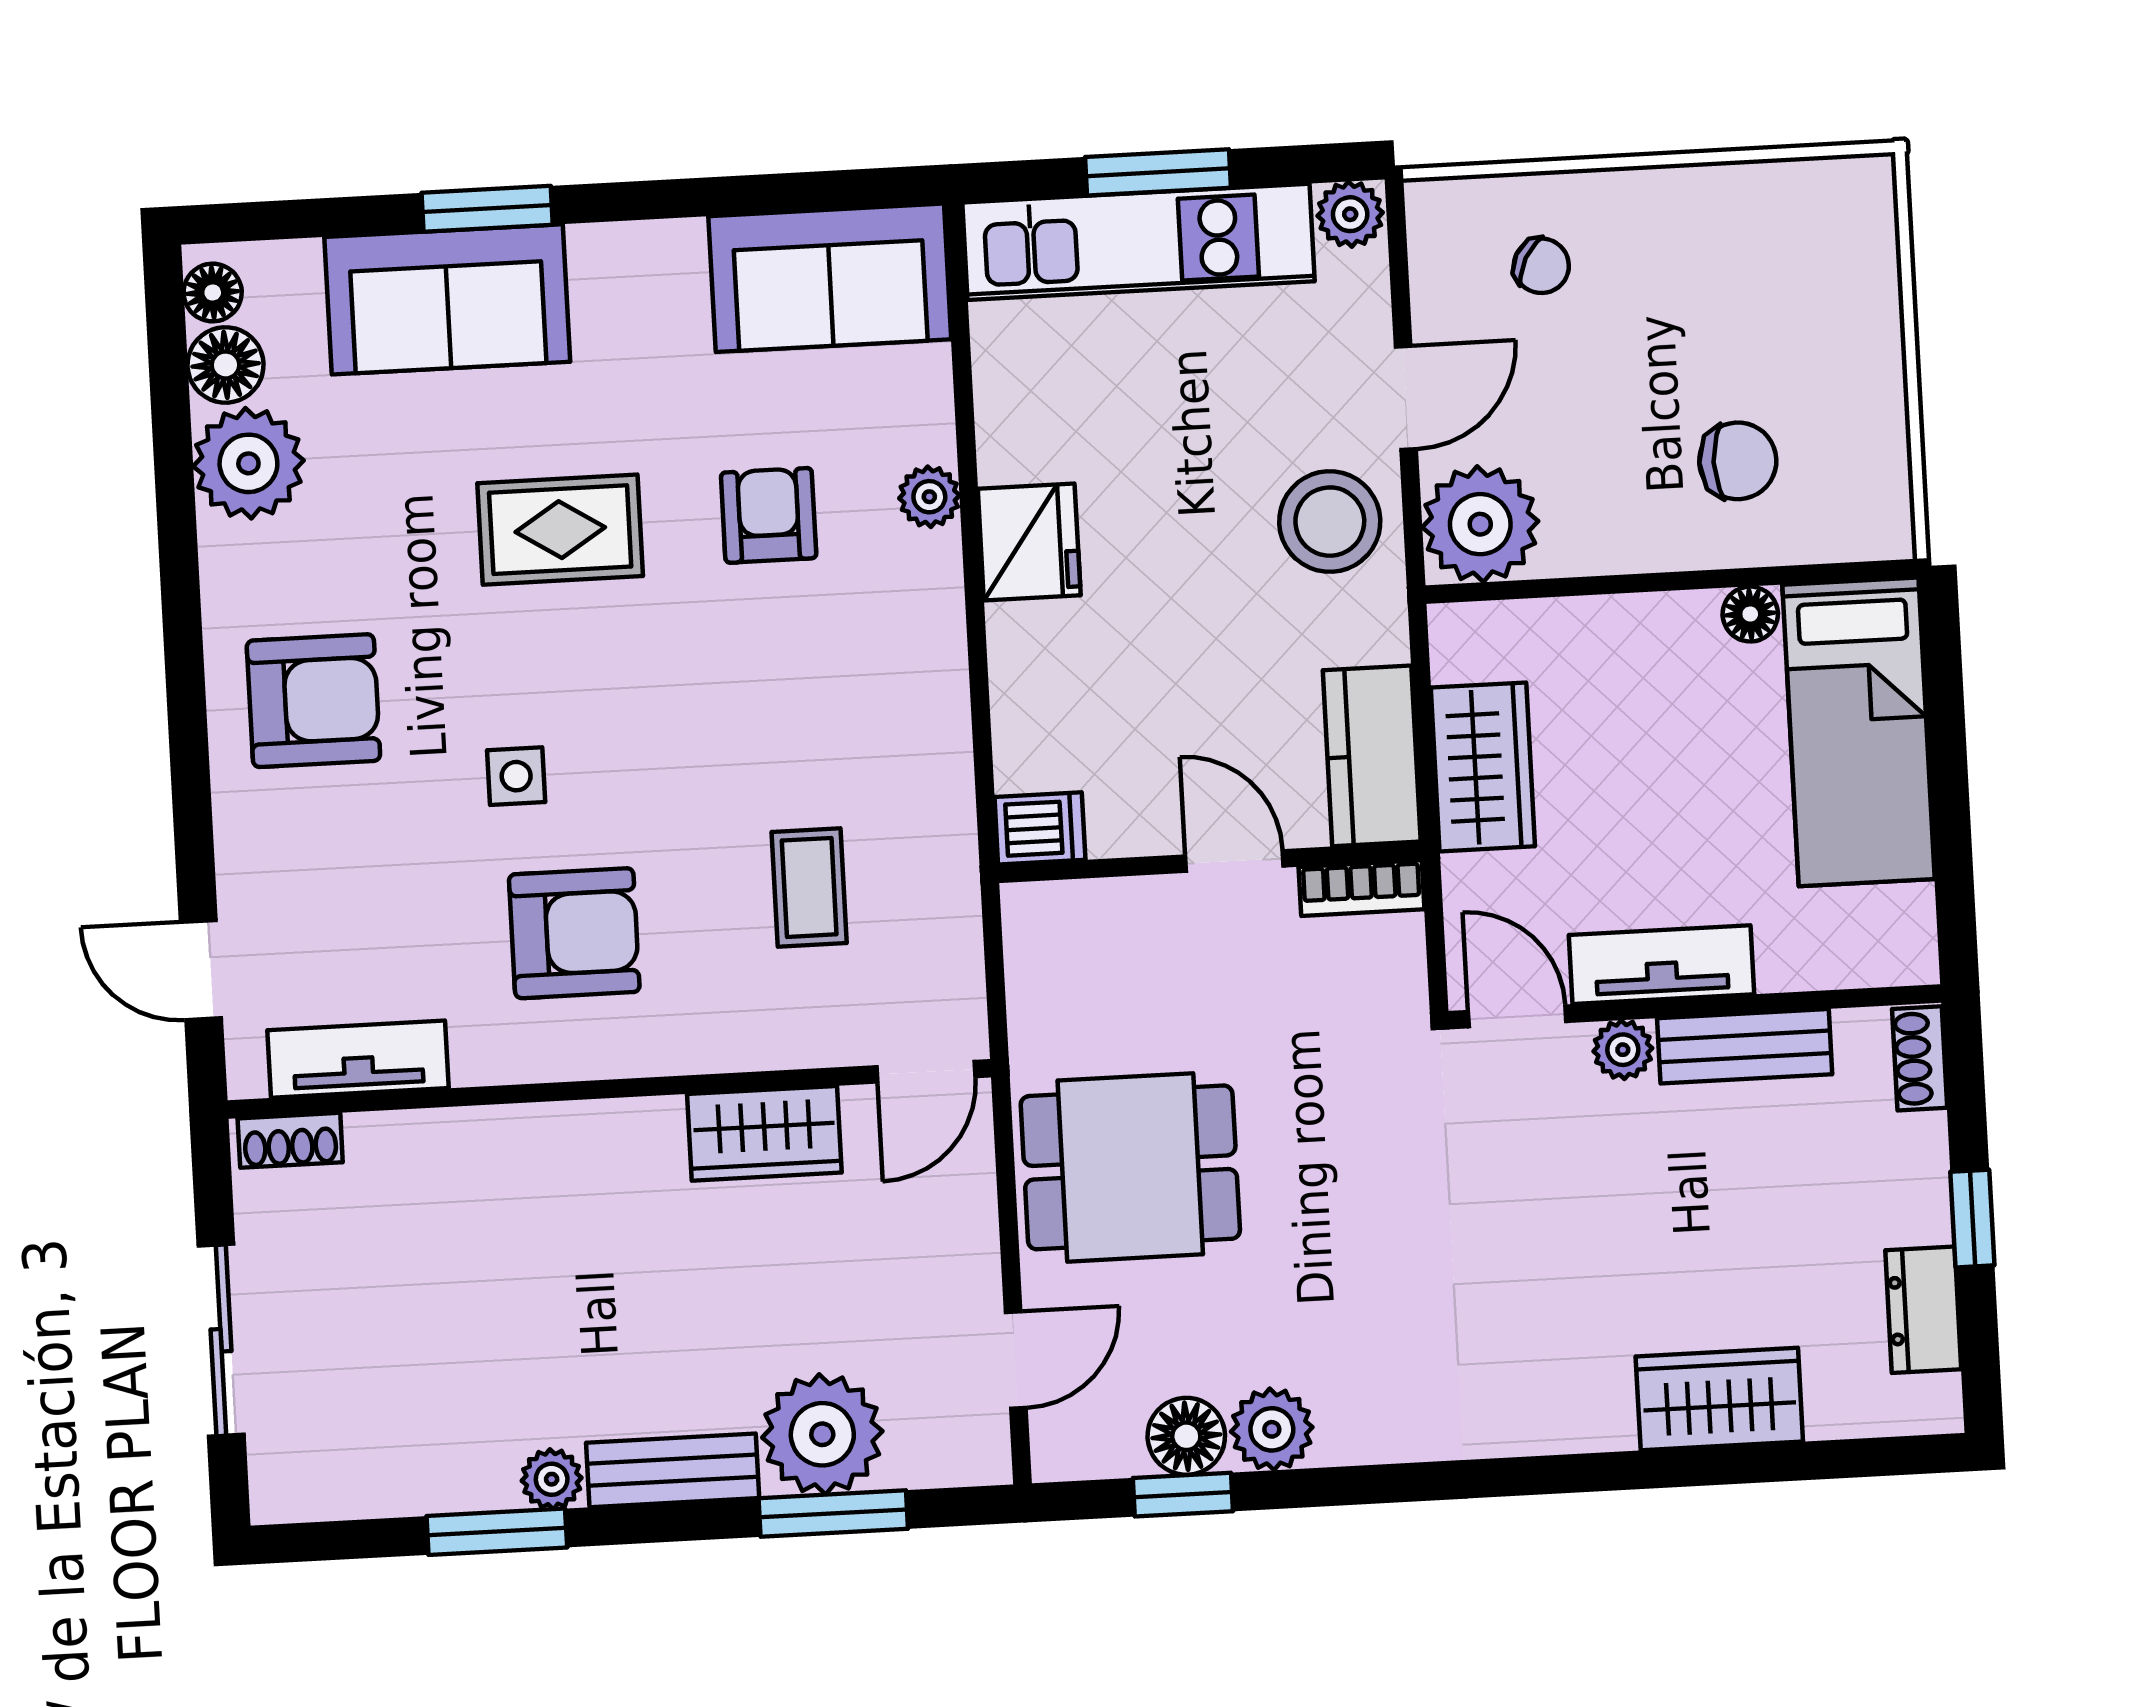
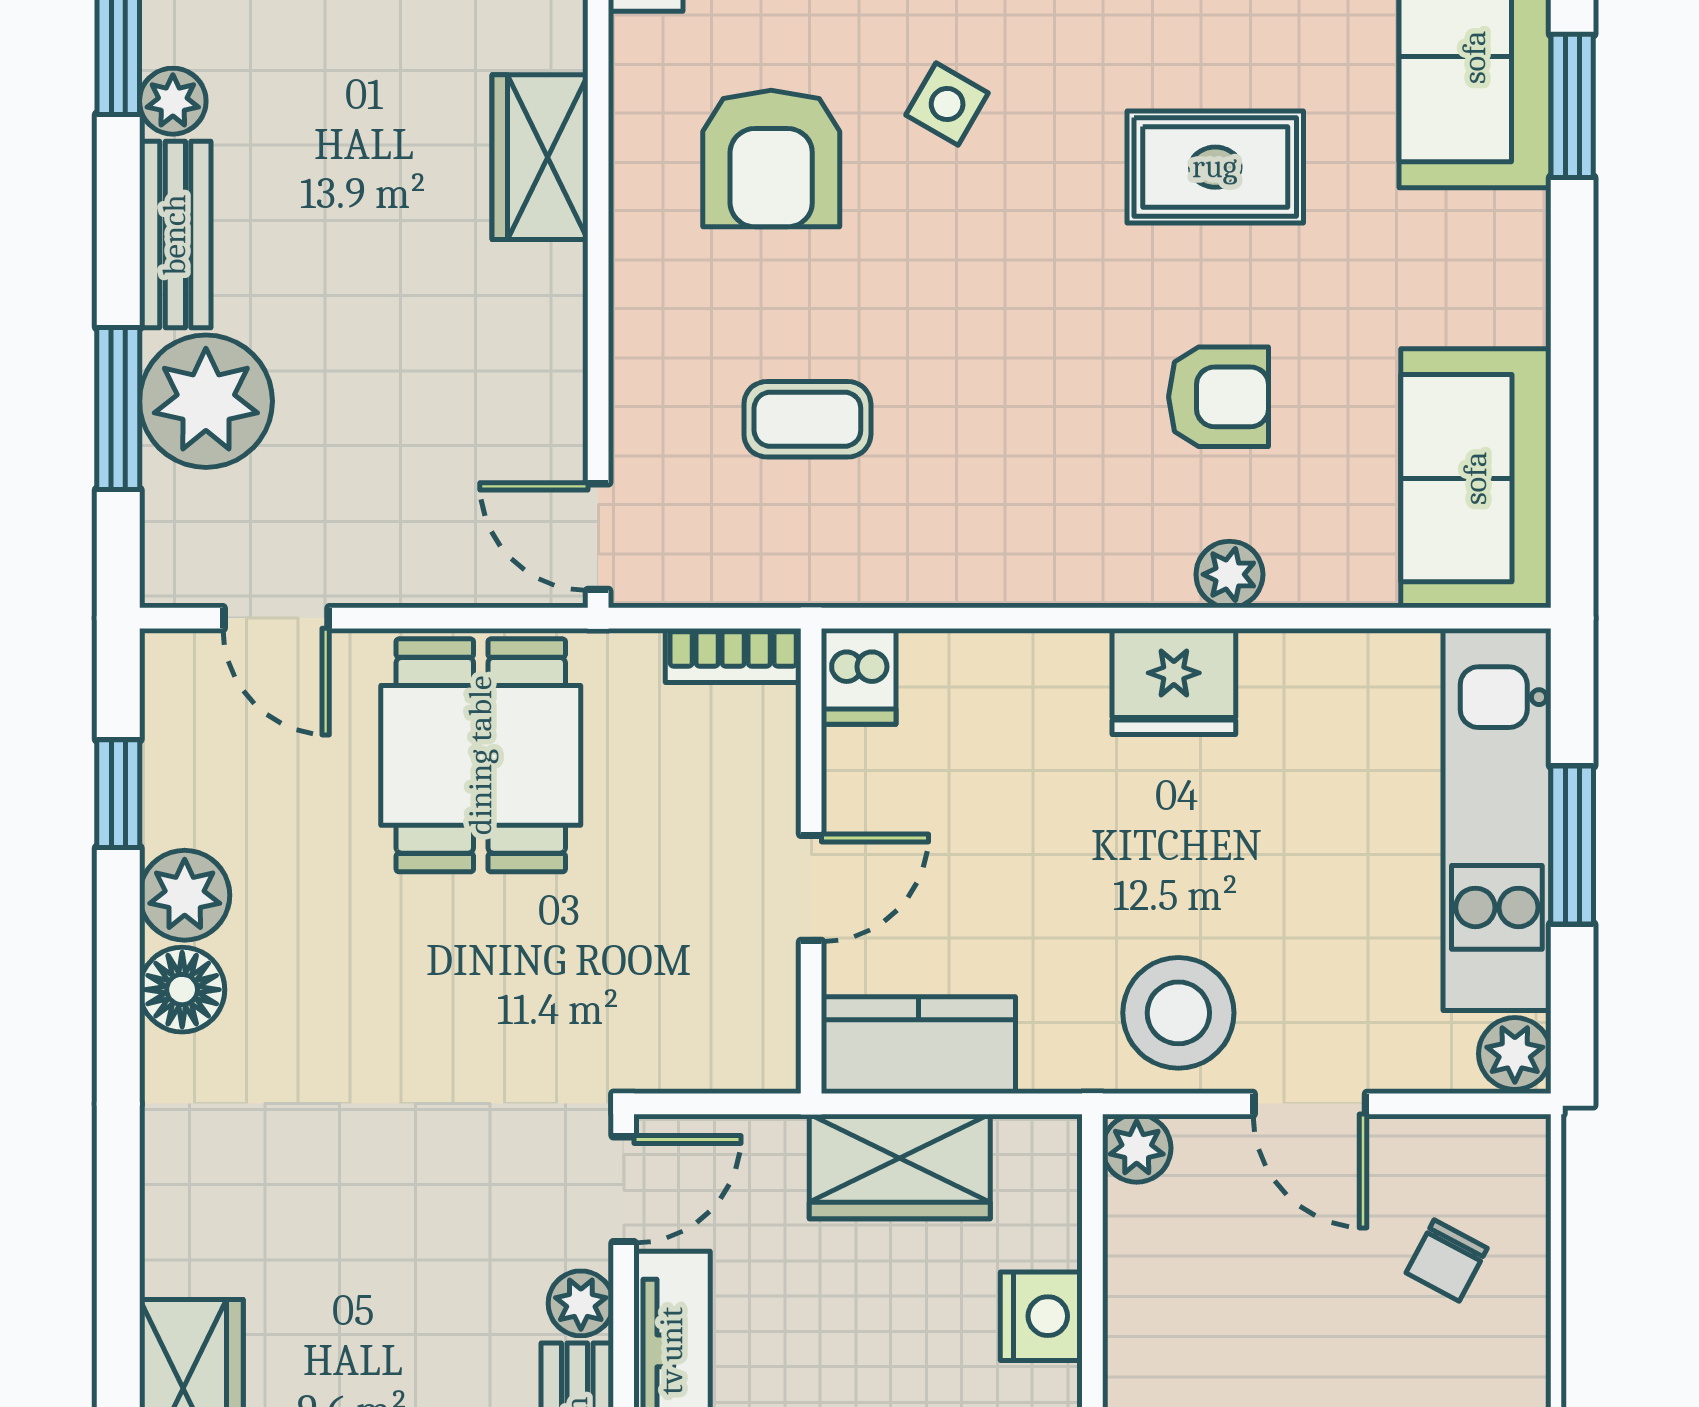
plant: (1480, 524) -> (1137, 1148), width x0.53, depth x0.53
rug: (560, 530) -> (1215, 167), turned 90
nightstand: (1612, 631) -> (1041, 1316), added
side table: (516, 776) -> (947, 104), turned 30
bookcase: (1361, 888) -> (733, 655), moved, turned -90
wardrobe: (764, 1133) -> (540, 157), moved
floor lamp: (1186, 1436) -> (182, 990), moved

